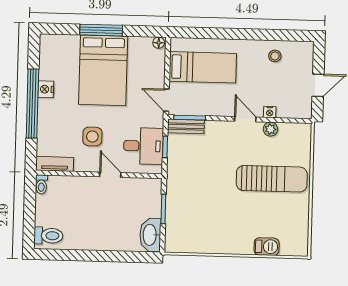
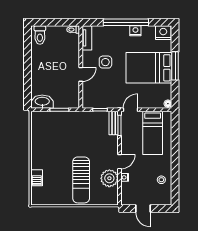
nightstand: (50, 47) -> (163, 33), added
plant: (270, 129) -> (109, 178), width x1.88, depth x1.88
desk: (143, 146) -> (100, 96), removed

